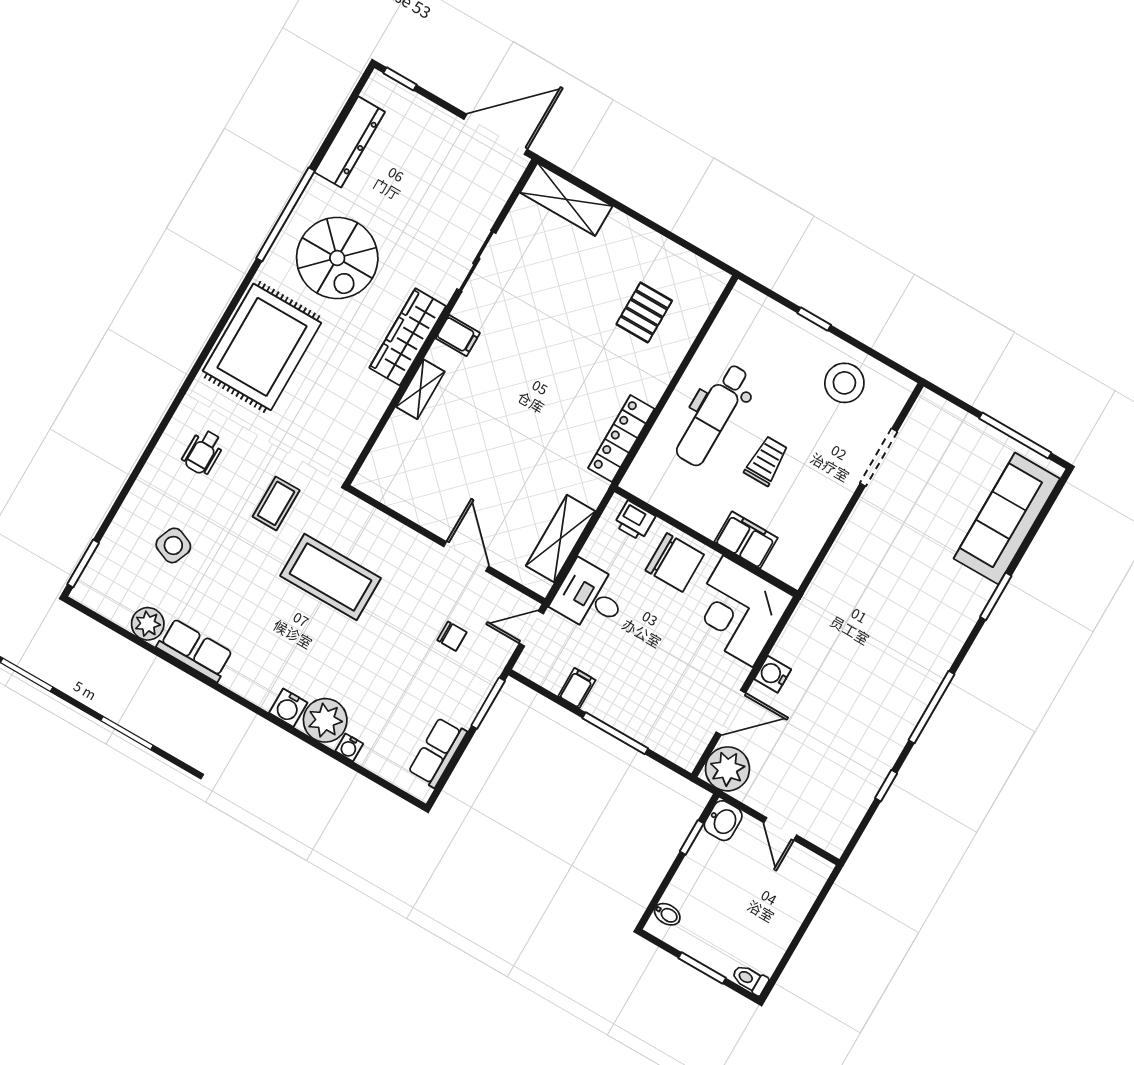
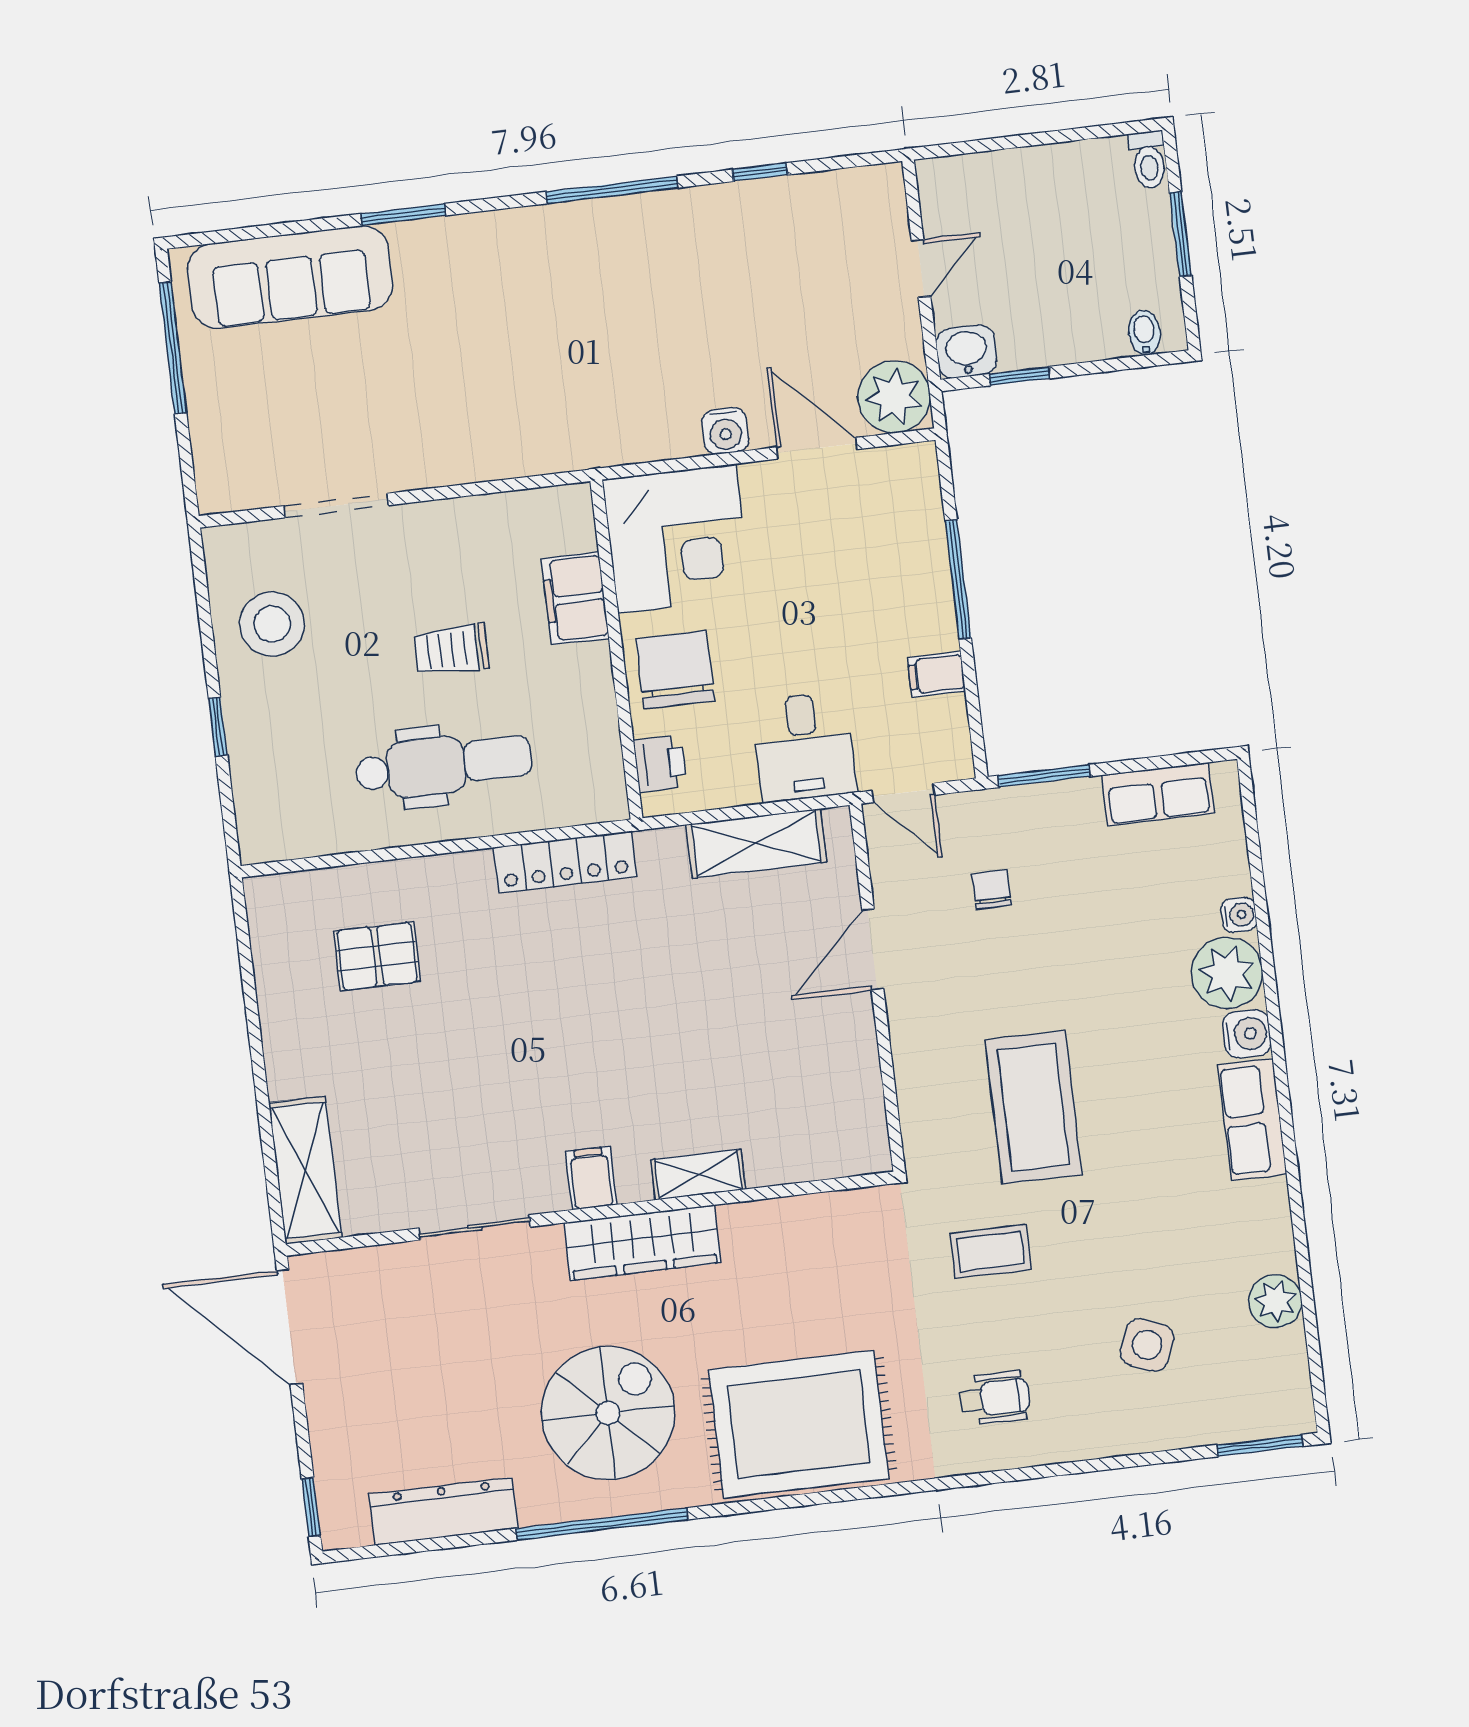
row of seats: (195, 650) -> (1252, 1119), moved

